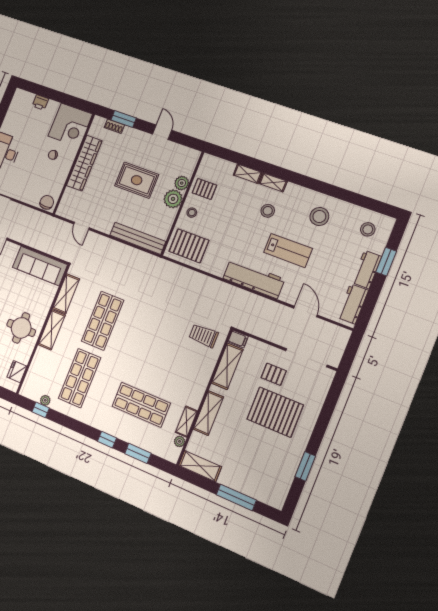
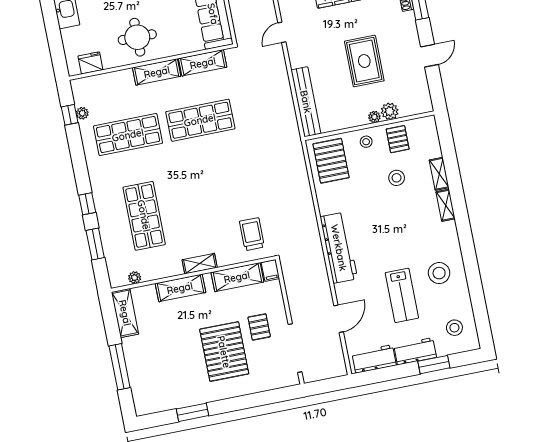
plant: (173, 199) -> (374, 117), width x0.53, depth x0.53
stool: (268, 211) -> (397, 178), moved
lab bench: (288, 250) -> (402, 295), moved
shelving: (186, 422) -> (200, 264), moved

